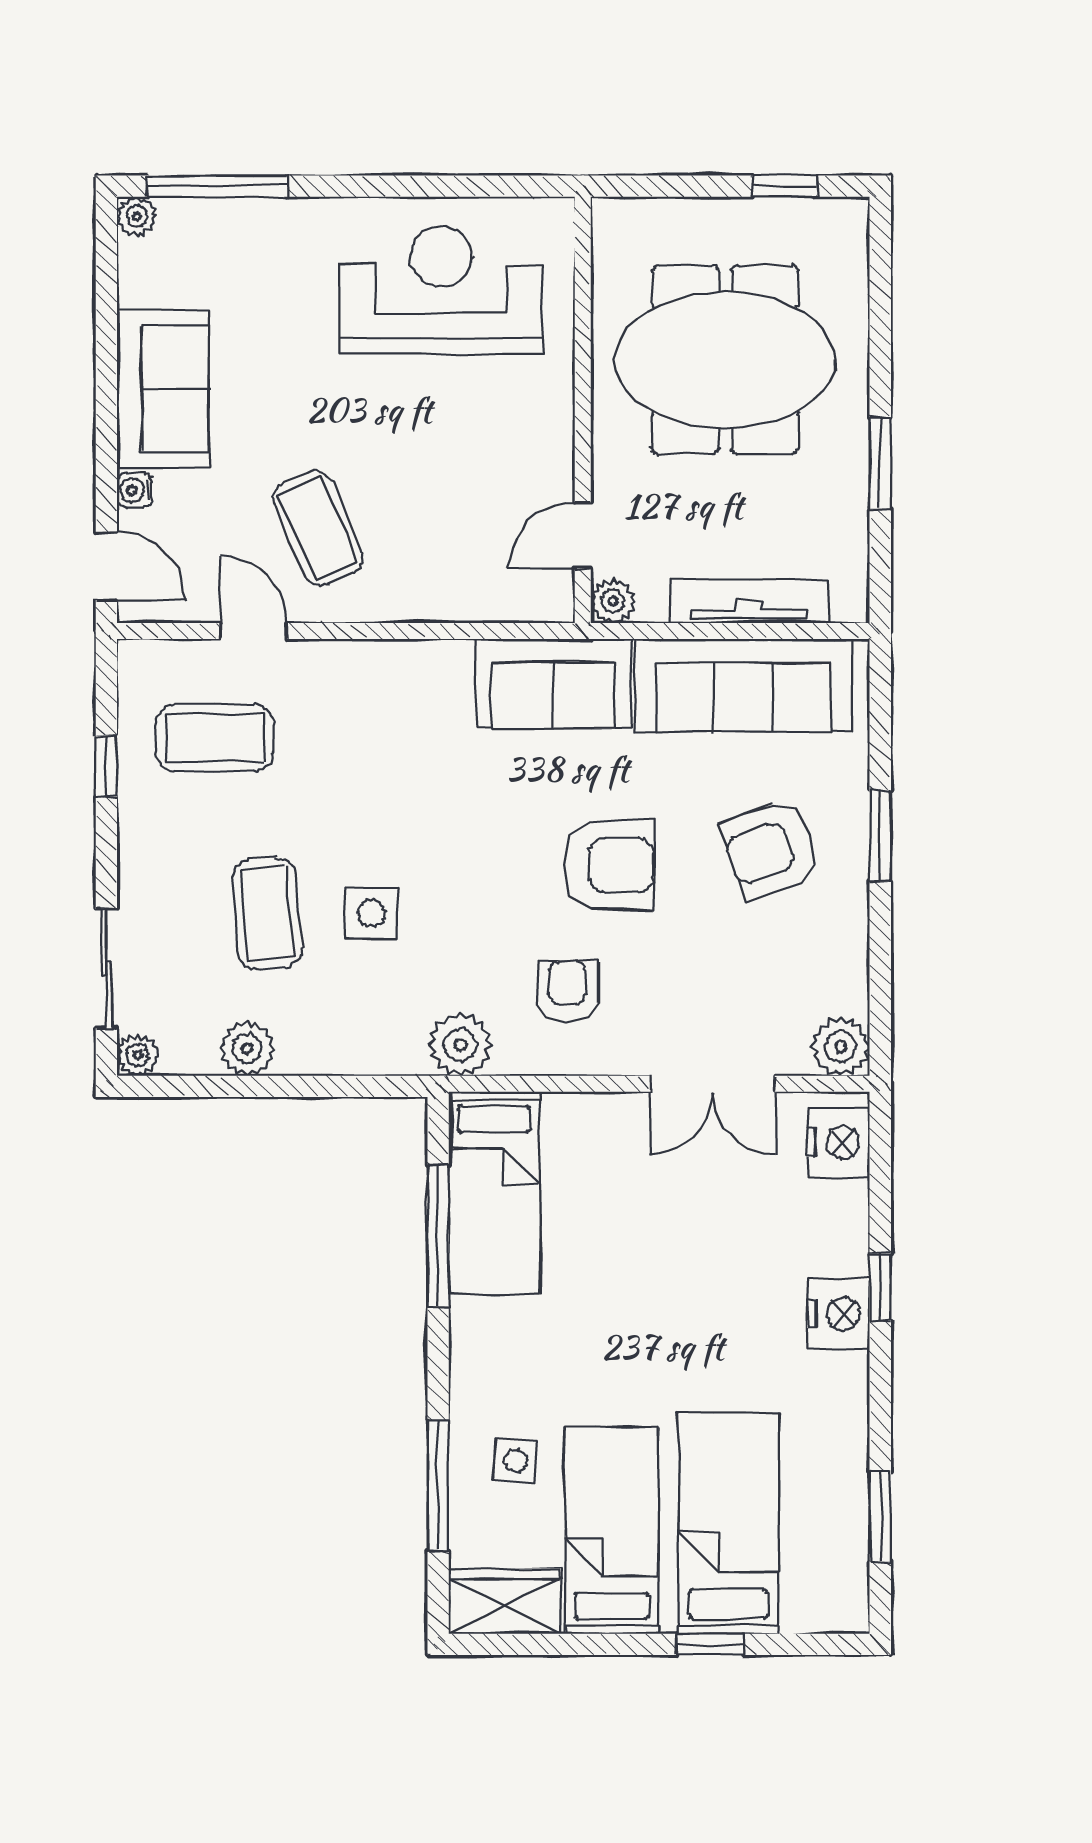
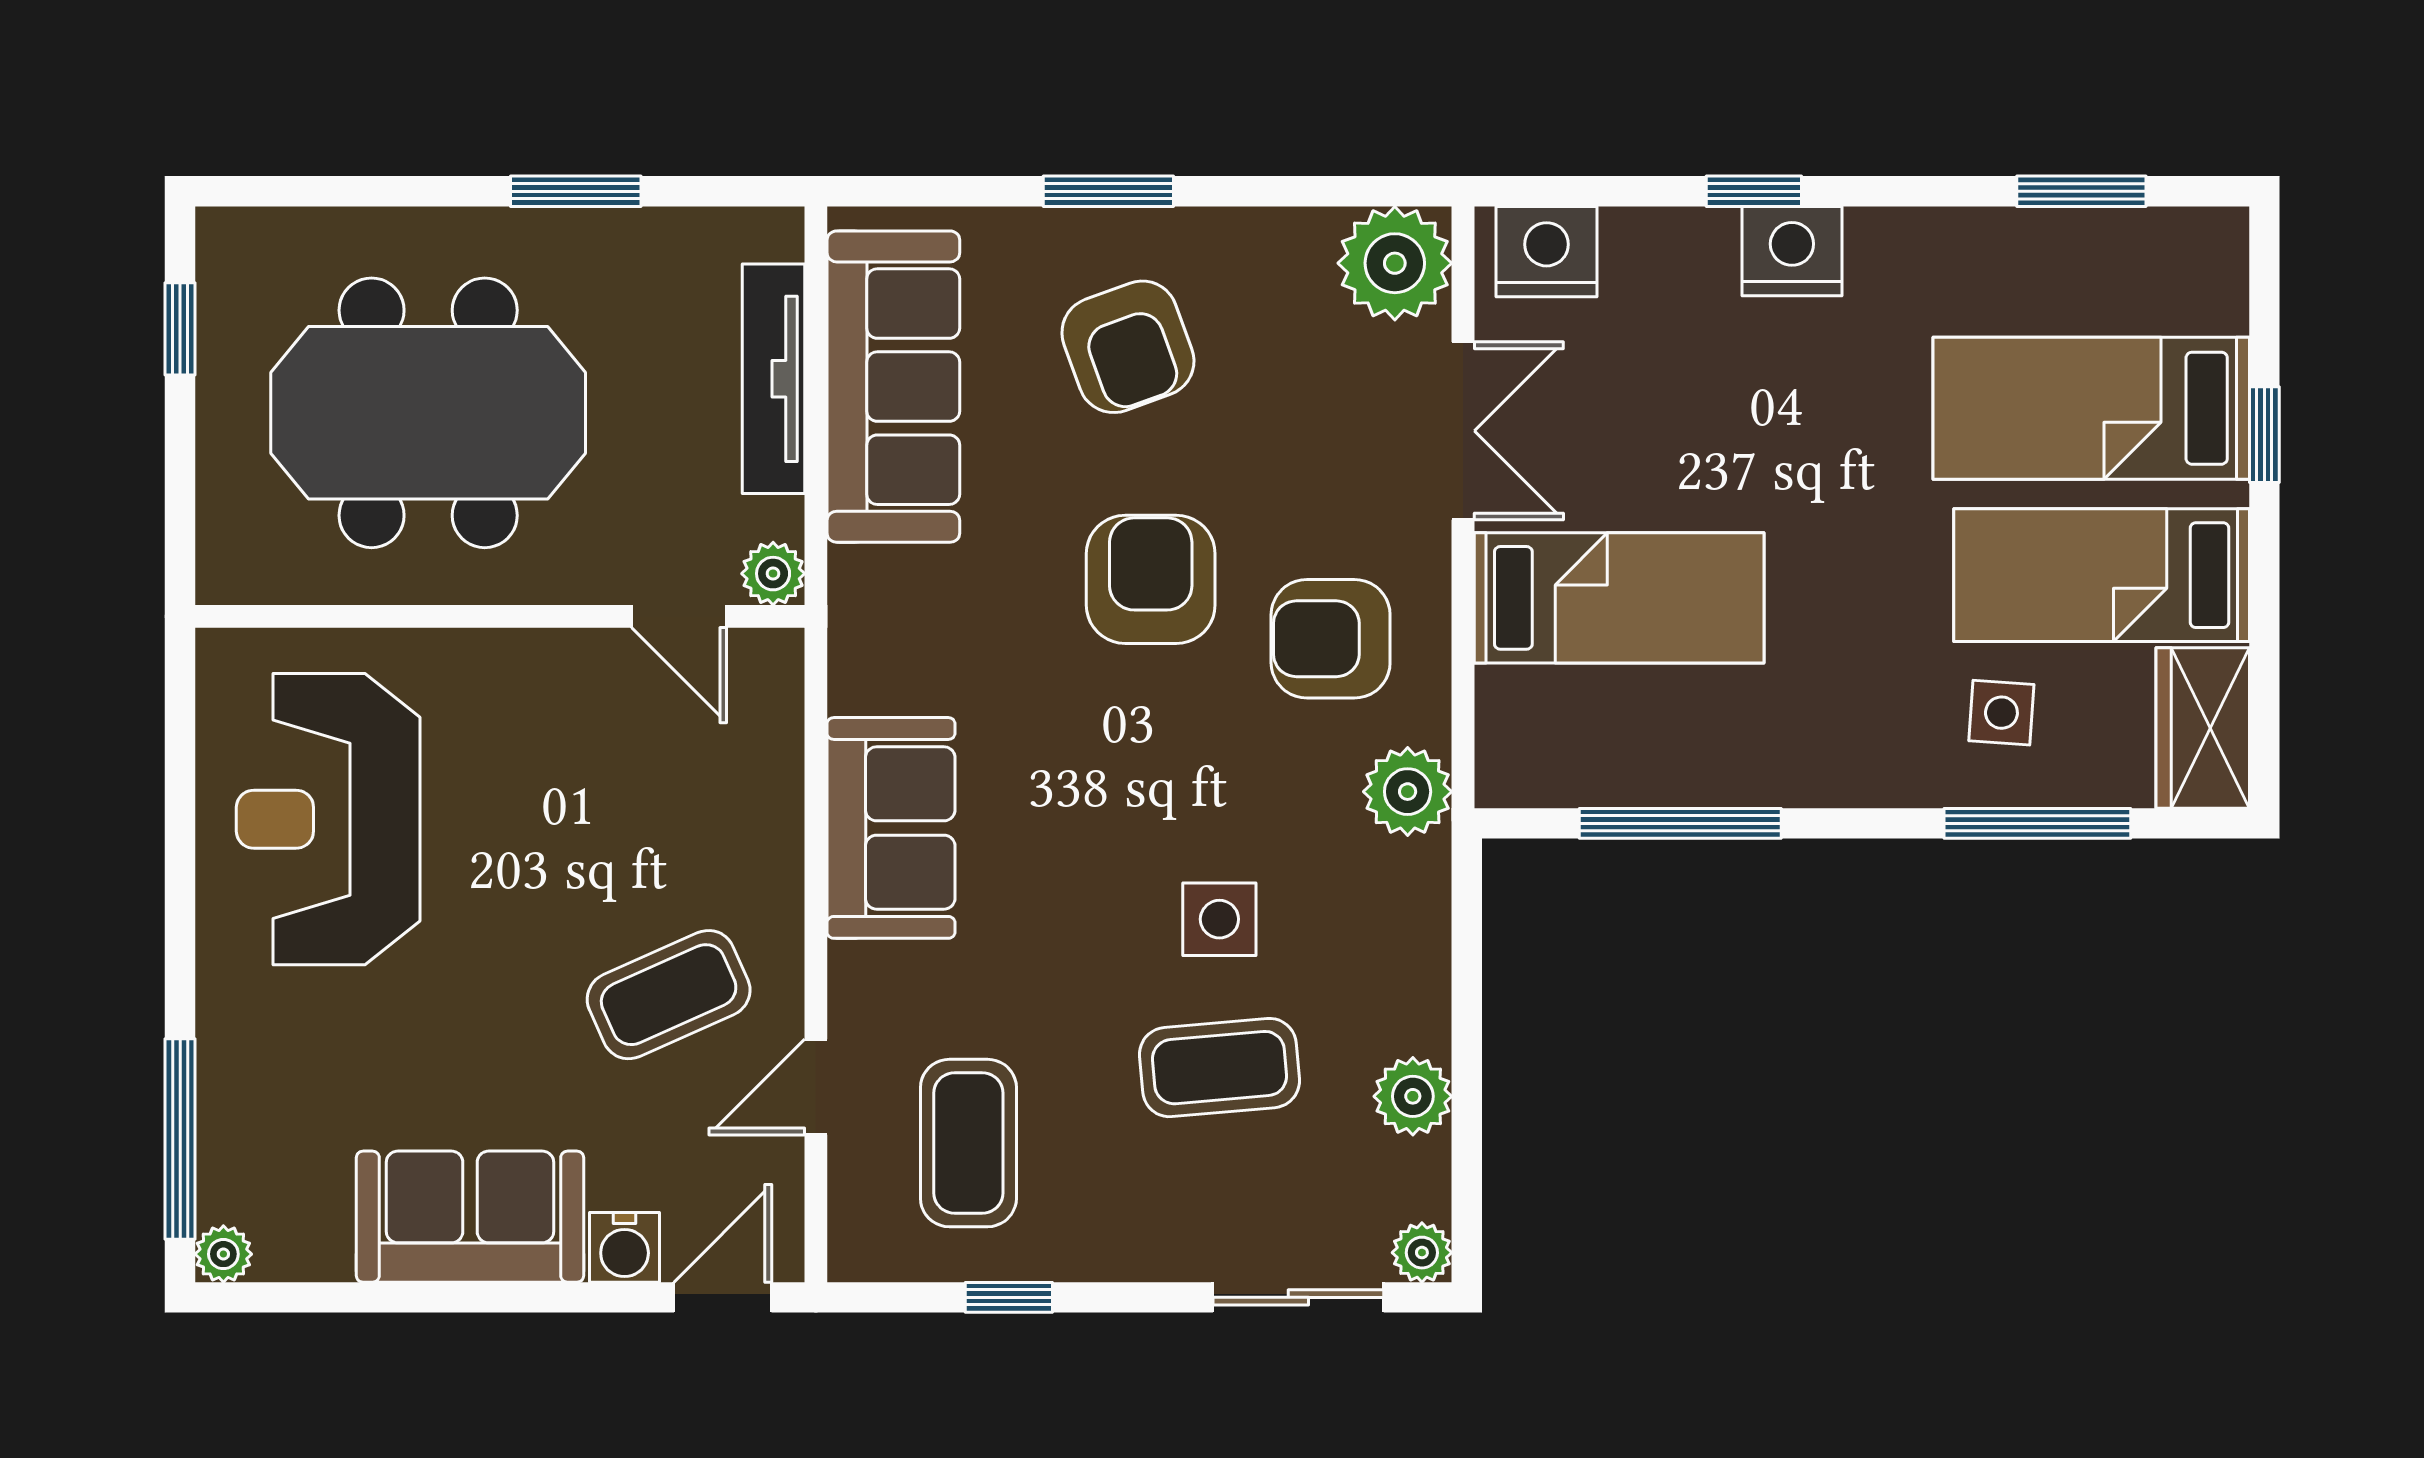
meeting table: (725, 360) -> (428, 413), turned 90
water cooler: (135, 490) -> (625, 1247), width x1.38, depth x1.38
sofa: (553, 684) -> (891, 828), moved
armchair: (567, 991) -> (1331, 639), width x1.38, depth x1.38
plant: (841, 1047) -> (1395, 263), width x1.36, depth x1.36
bed: (494, 1193) -> (1619, 598), moved

